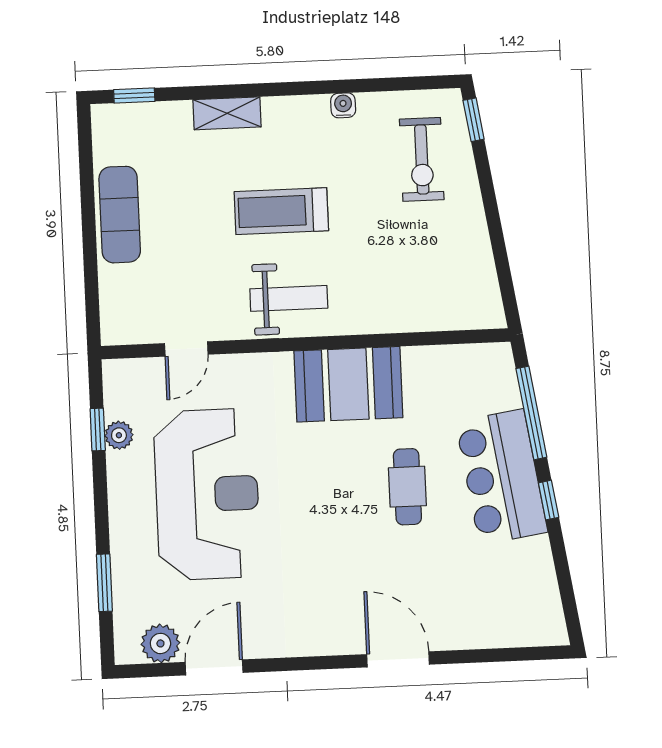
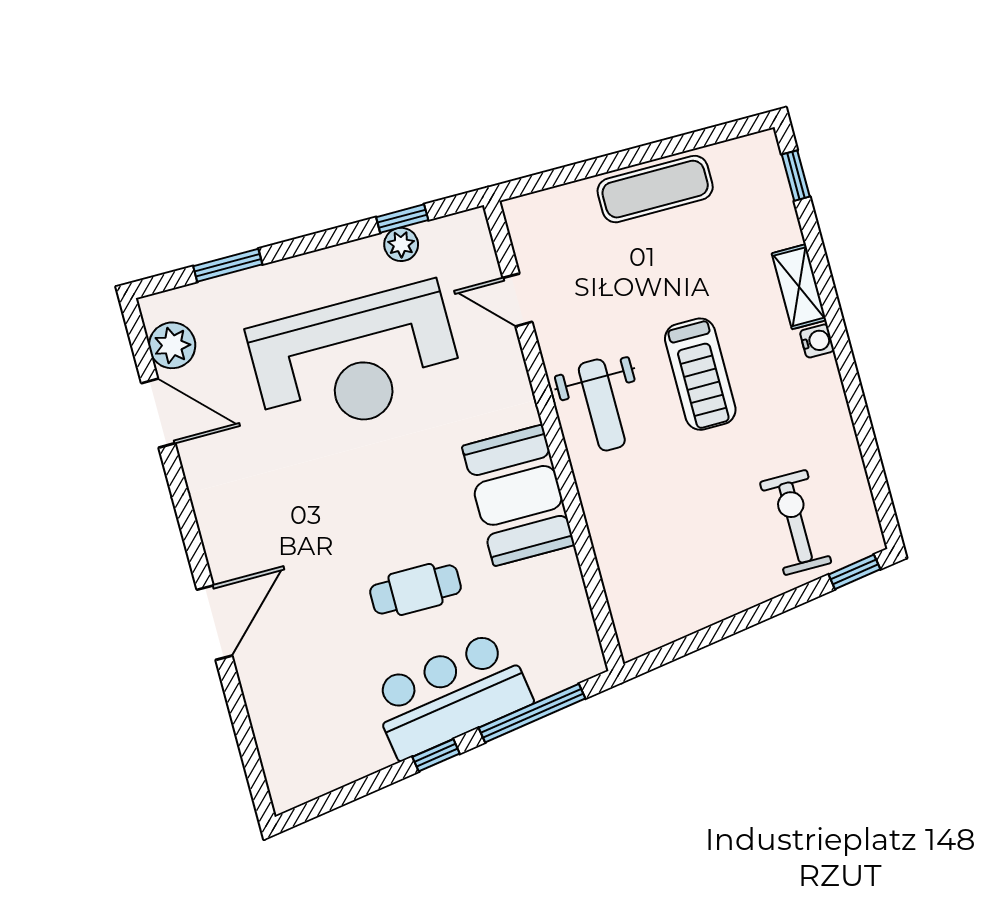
water cooler: (343, 105) -> (817, 341), moved
exercise bike: (422, 159) -> (796, 522), turned 90
treadmill: (281, 211) -> (700, 374), turned 180

